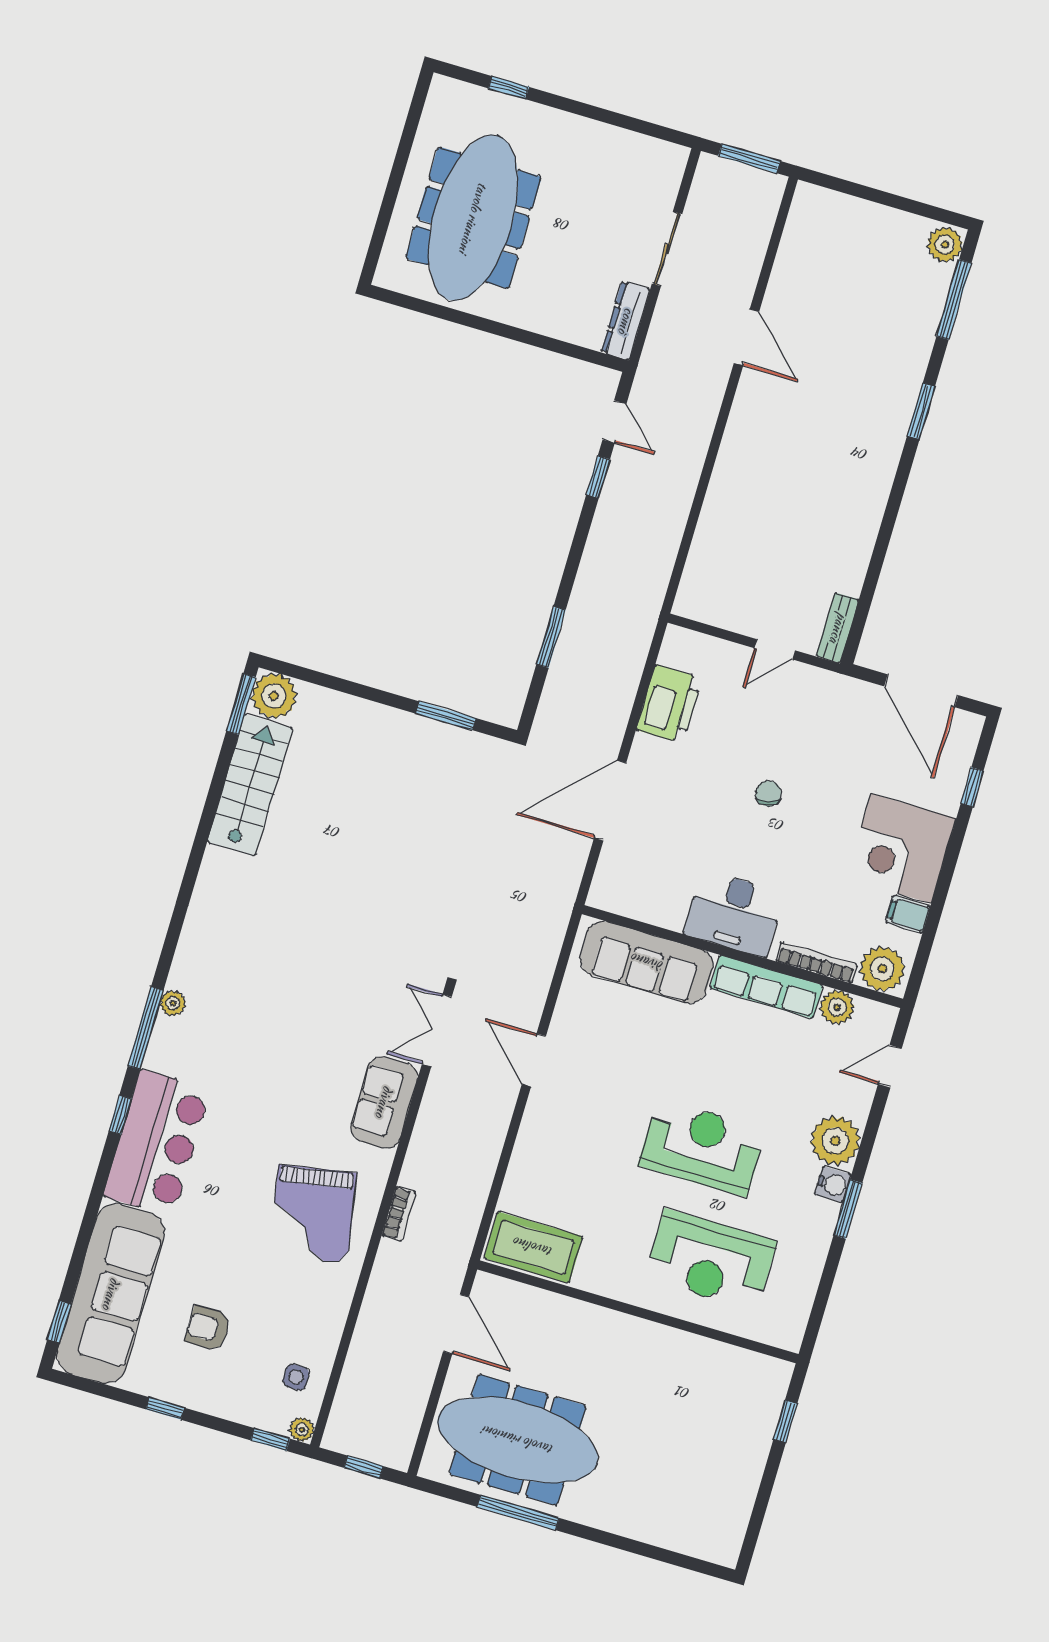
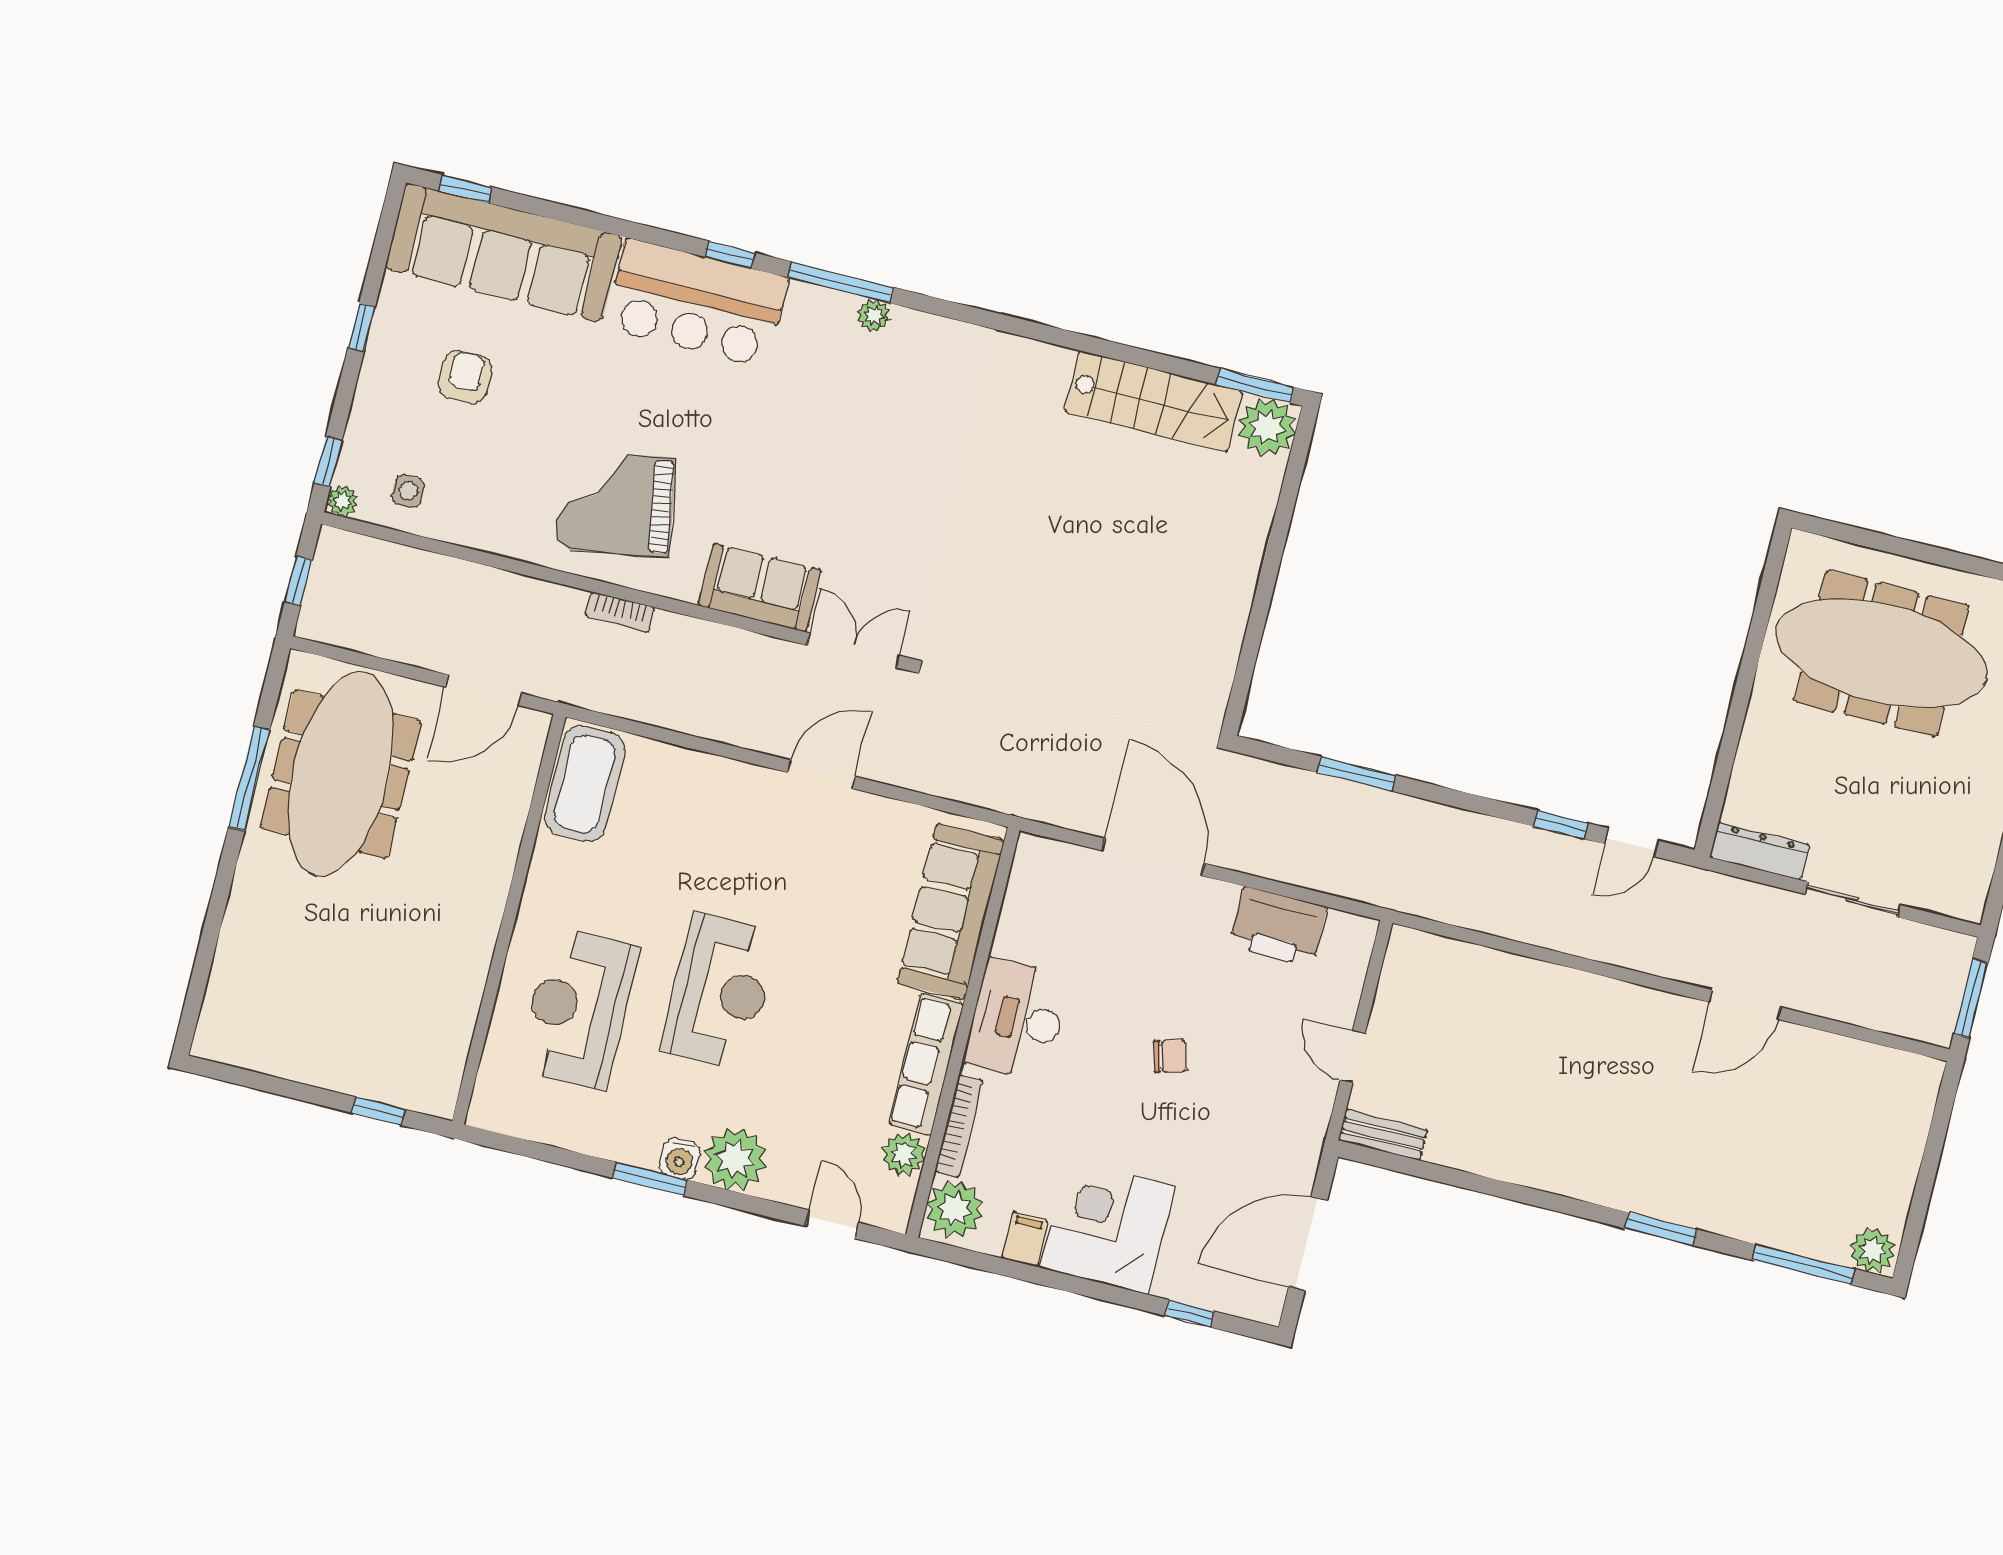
window: (446, 716) -> (1251, 645), removed

